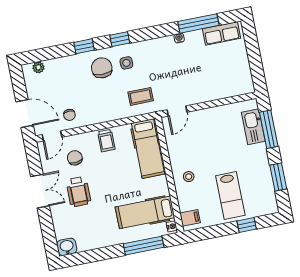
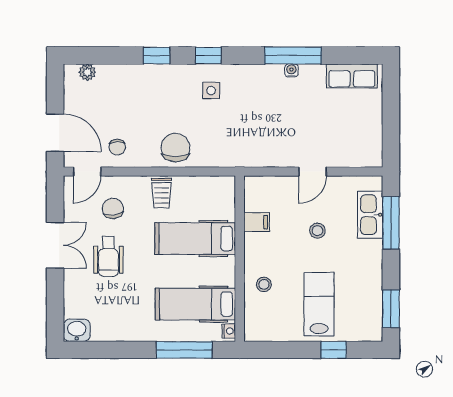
window: (198, 23) -> (293, 56), moved
chair: (102, 68) -> (176, 148), moved
coffee table: (141, 96) -> (222, 141), removed
door: (177, 111) -> (313, 172), moved
stool: (219, 145) -> (317, 231), added
hospital bed: (148, 149) -> (195, 239), moved, turned 90
stool: (189, 177) -> (264, 284), moved
window: (278, 177) -> (391, 309), moved
lab bench: (230, 196) -> (319, 304), turned 180
filing cabinet: (190, 218) -> (257, 222), moved

